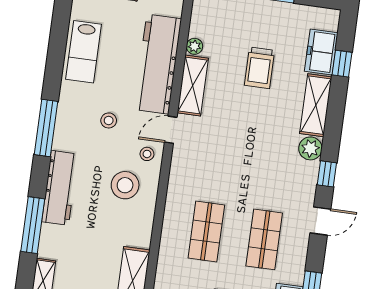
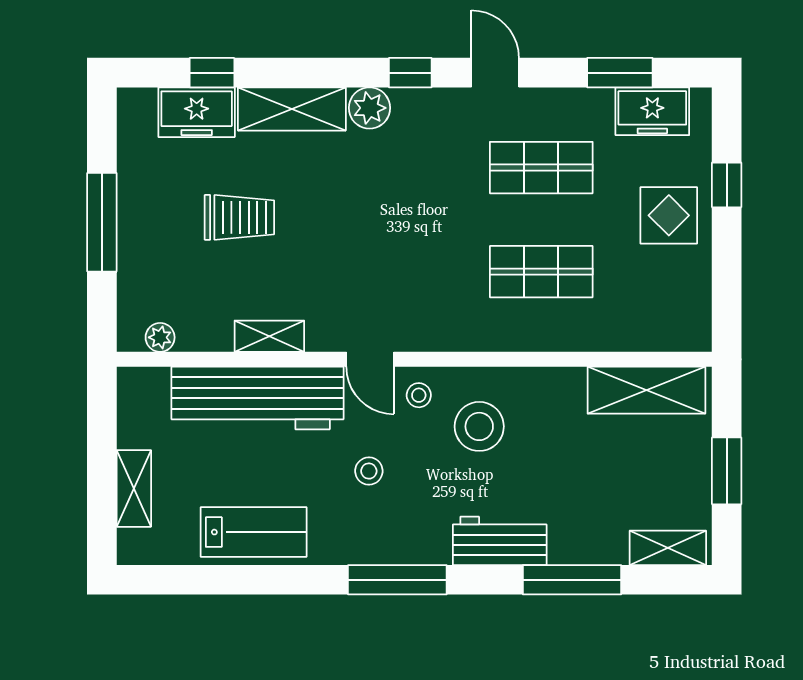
plant: (194, 46) -> (160, 337), moved
shelving: (193, 86) -> (269, 336), width x0.67, depth x0.75
workbench: (60, 188) -> (500, 541), width x0.73

